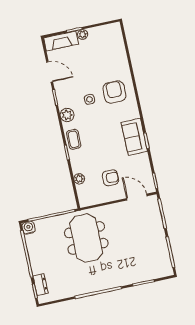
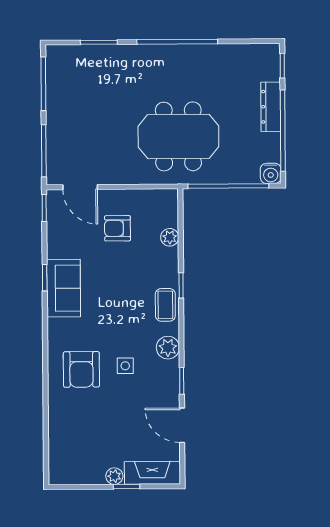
meeting table: (86, 238) -> (178, 136), turned 90
dresser: (40, 285) -> (271, 107), moved, width x1.44

